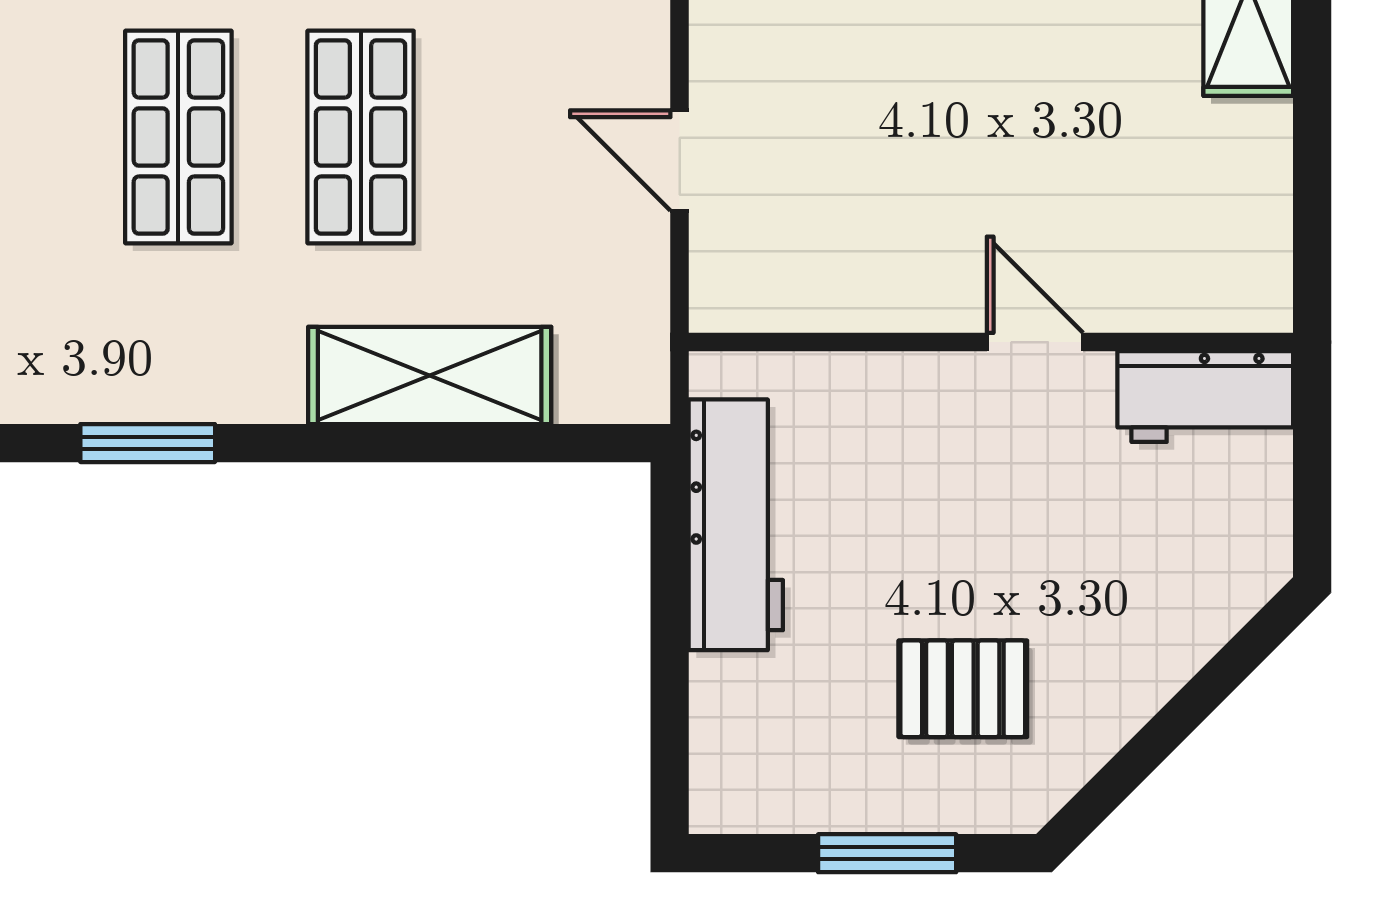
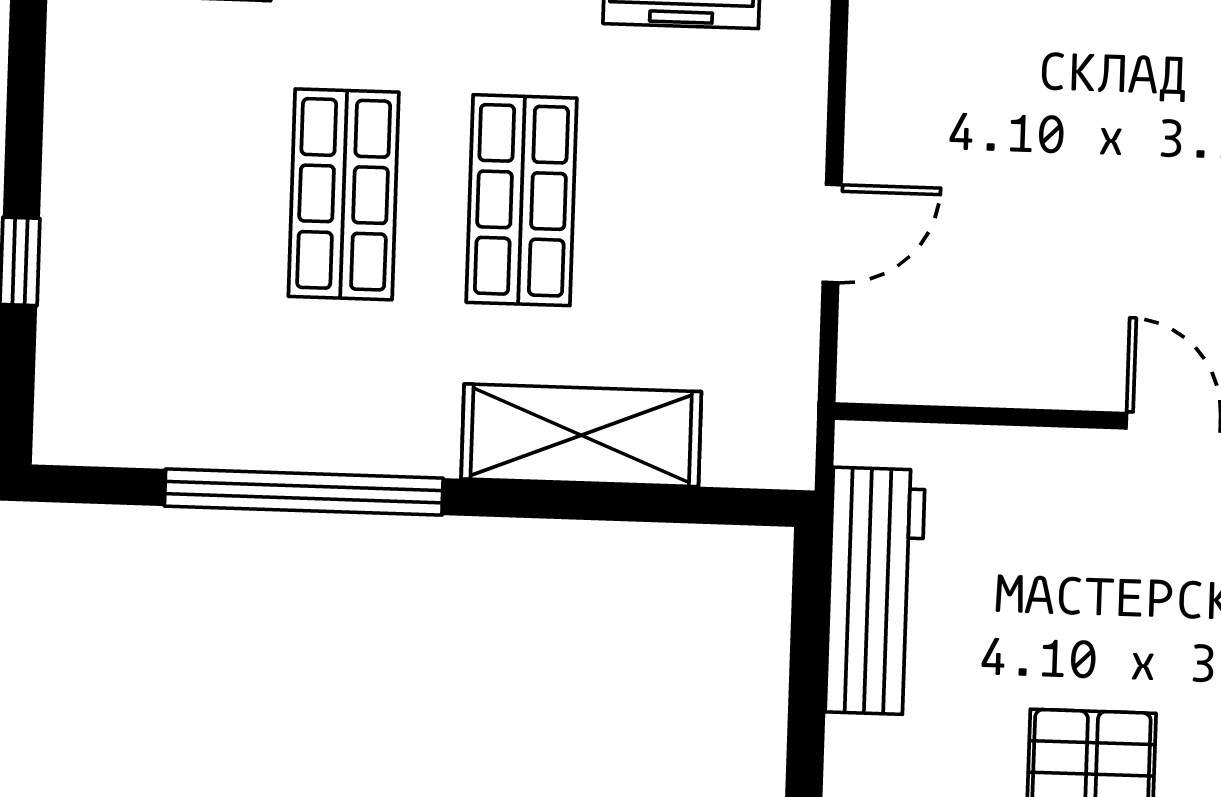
door: (680, 161) -> (832, 233), swing flipped
window: (148, 443) -> (304, 492), width x2.11

